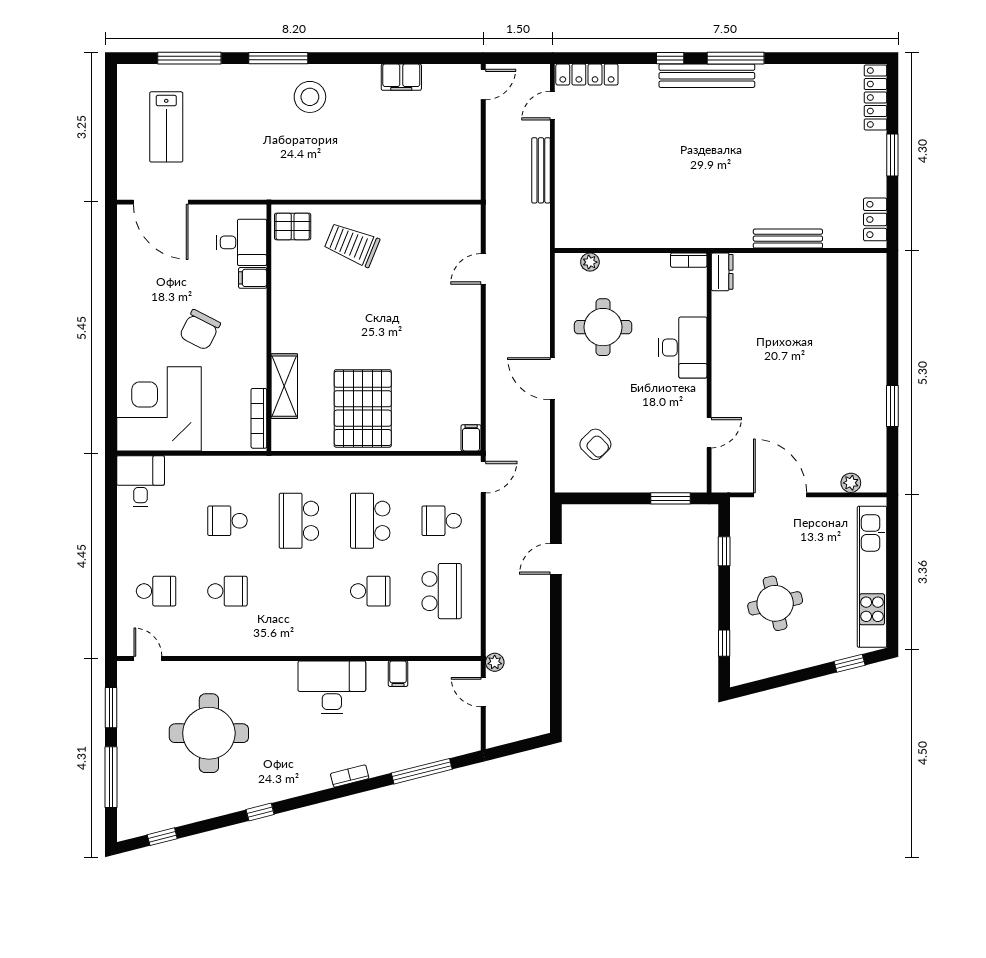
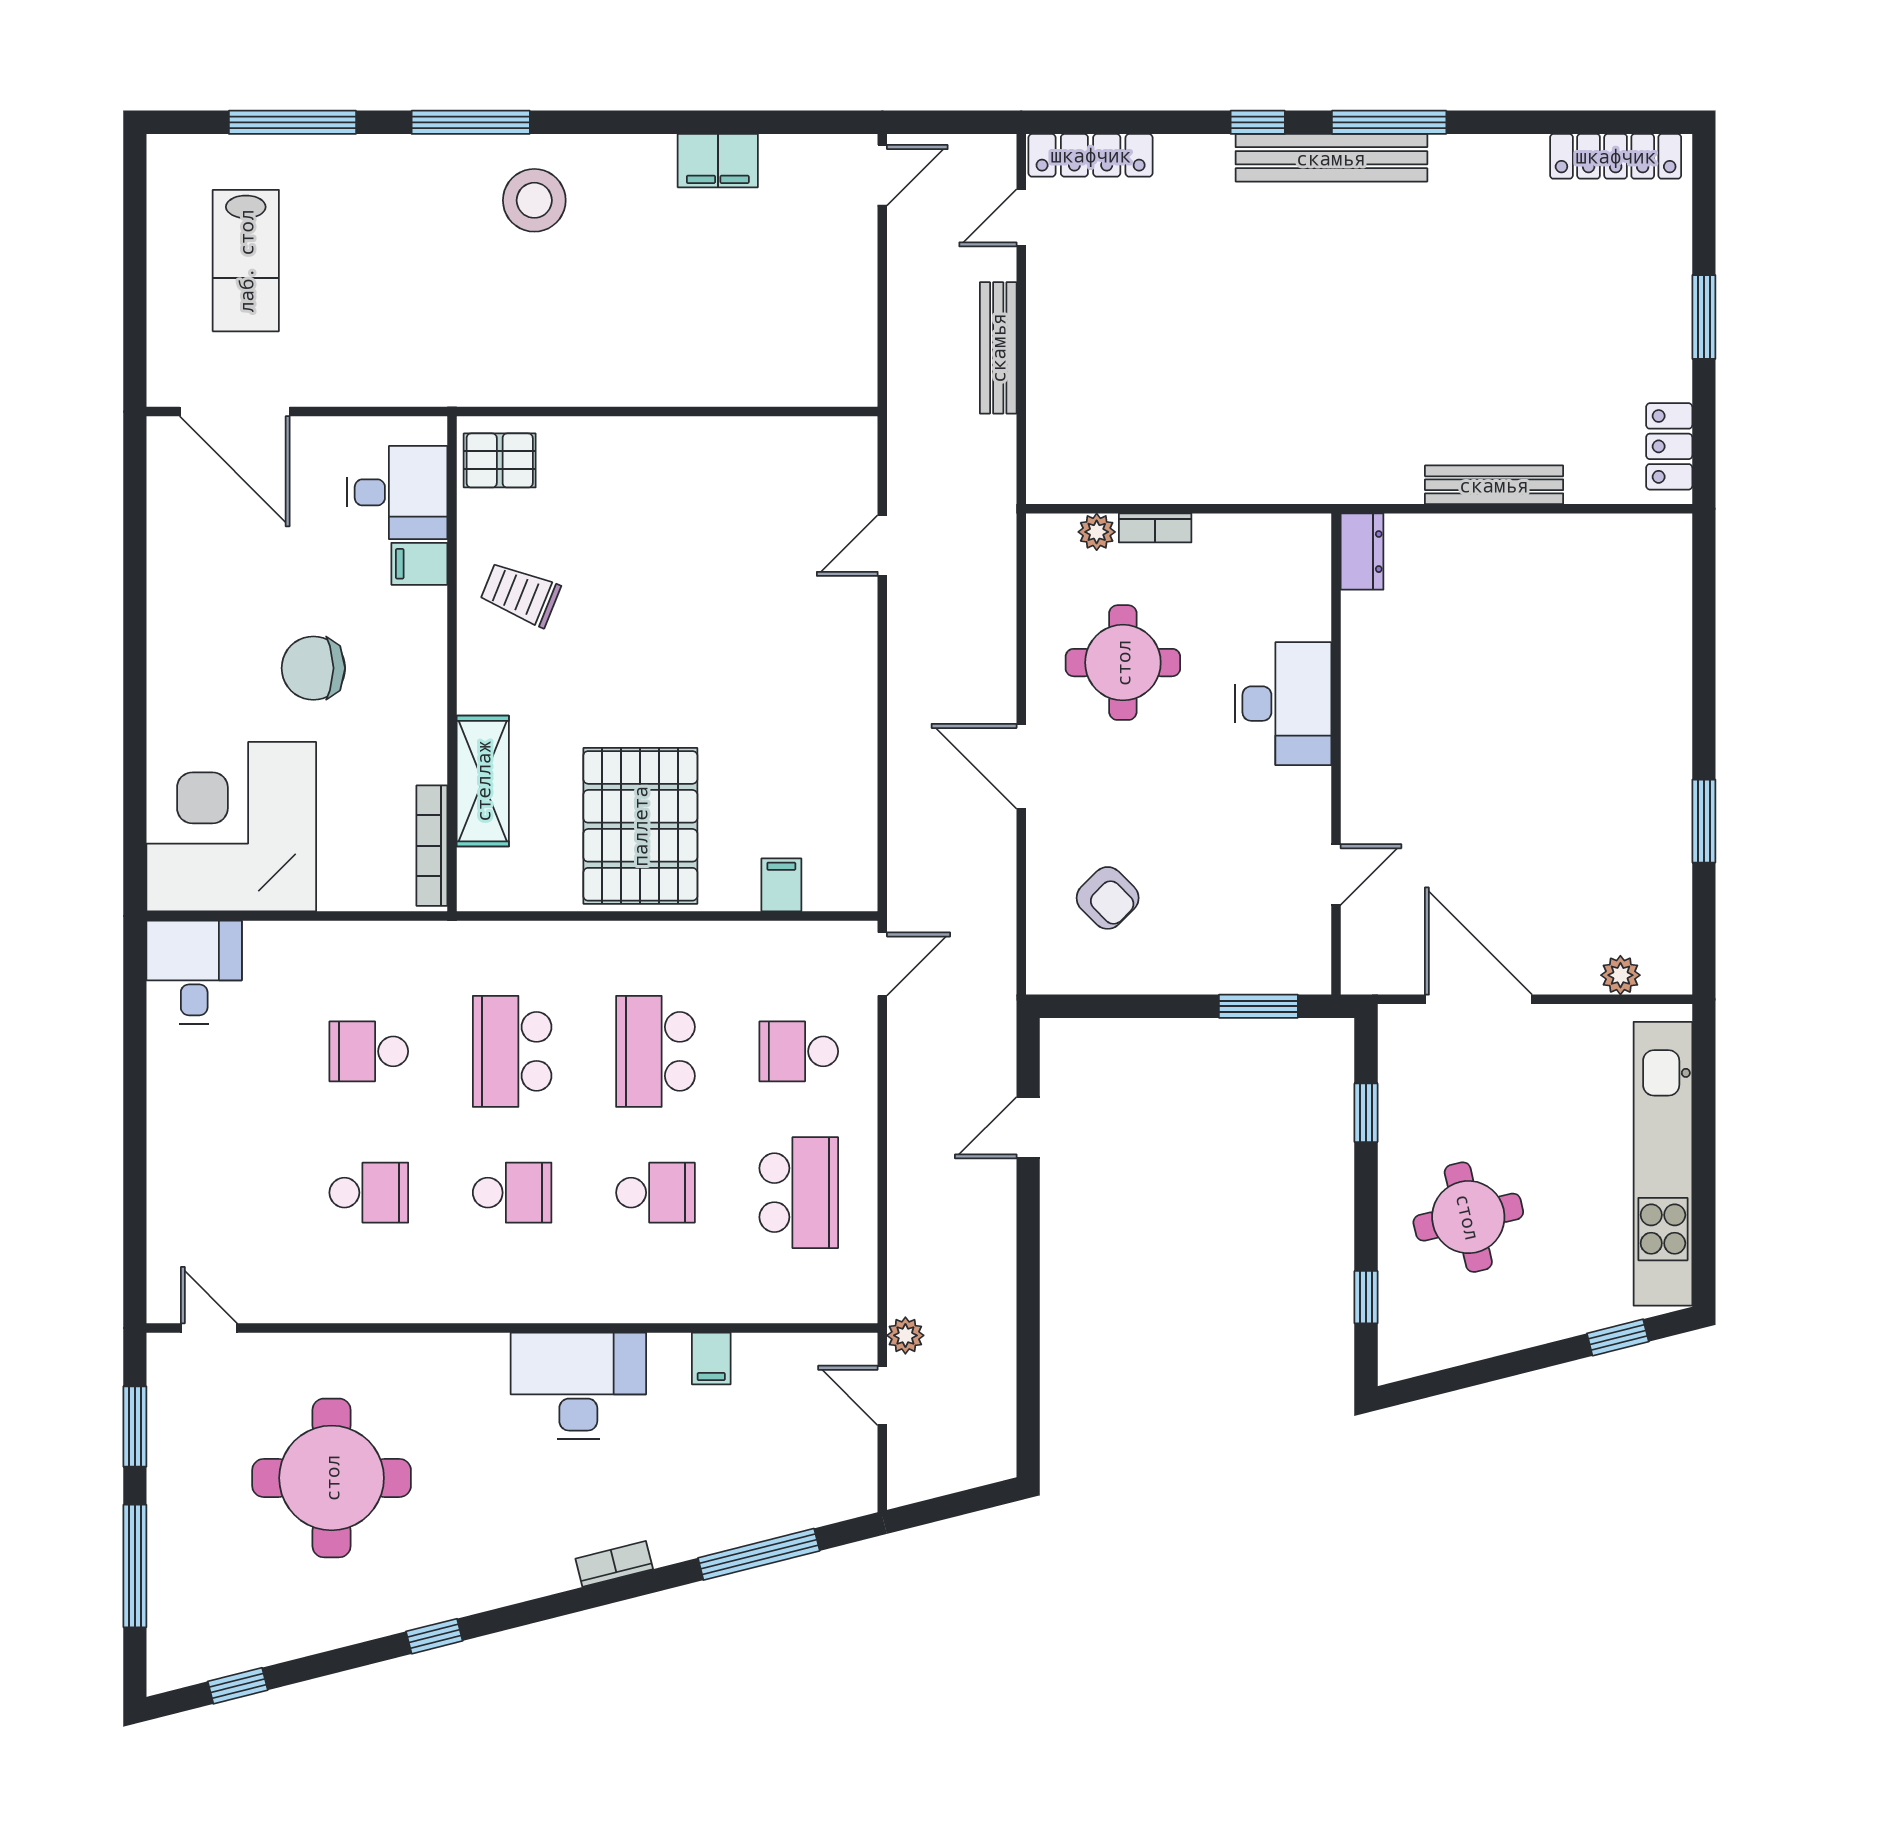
locker: (875, 98) -> (1616, 156), moved, turned -90
trolley: (352, 245) -> (520, 594), moved, width x0.73, depth x0.72
bookcase: (689, 260) -> (1155, 528), moved
chair: (200, 330) -> (313, 668), turned 63
filing cabinet: (471, 438) -> (781, 885), moved
school desk: (156, 591) -> (512, 1193), moved

